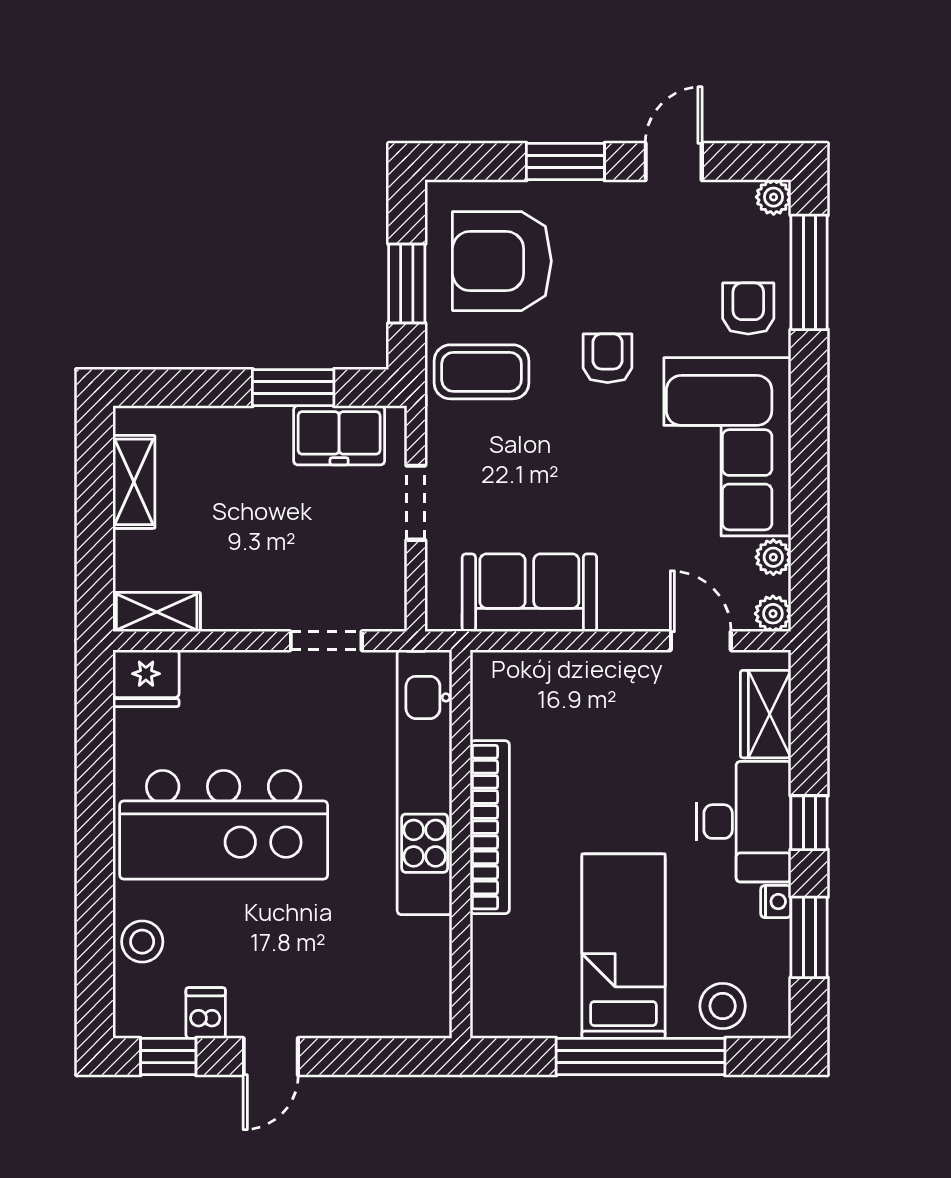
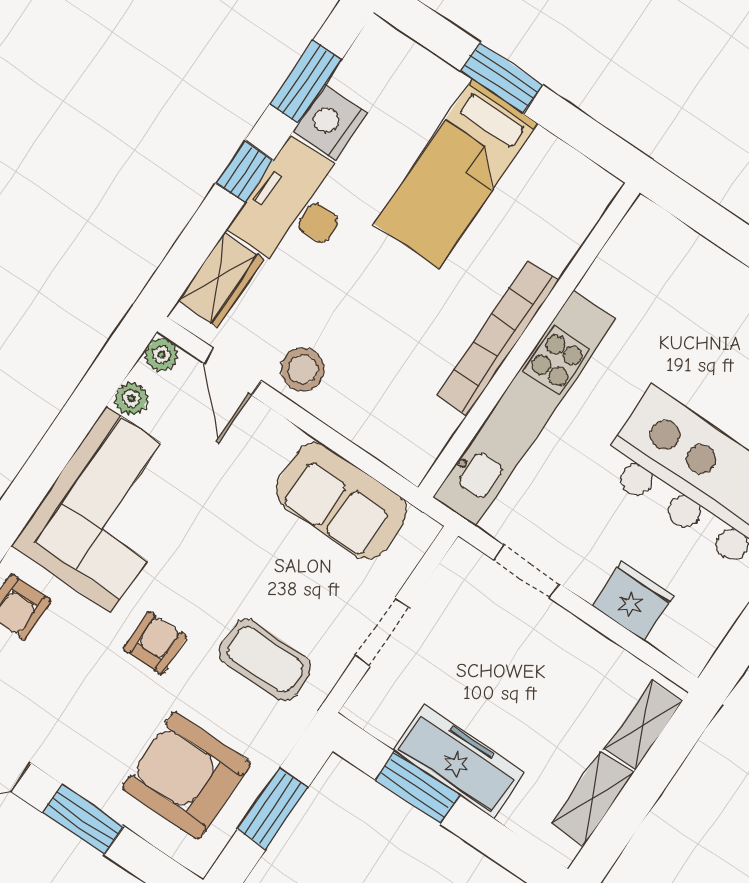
armchair: (502, 261) -> (186, 775), turned 180
armchair: (608, 358) -> (155, 643), turned 180
coffee table: (482, 372) -> (265, 660), moved
freezer: (339, 435) -> (458, 761), moved, width x1.40
shelving: (157, 612) -> (643, 725), moved, turned 90
fridge: (146, 678) -> (633, 601), moved
nightstand: (776, 902) -> (330, 123), width x1.89, depth x1.79
stool: (723, 1006) -> (303, 369), moved
window: (641, 1057) -> (501, 78), width x0.47

